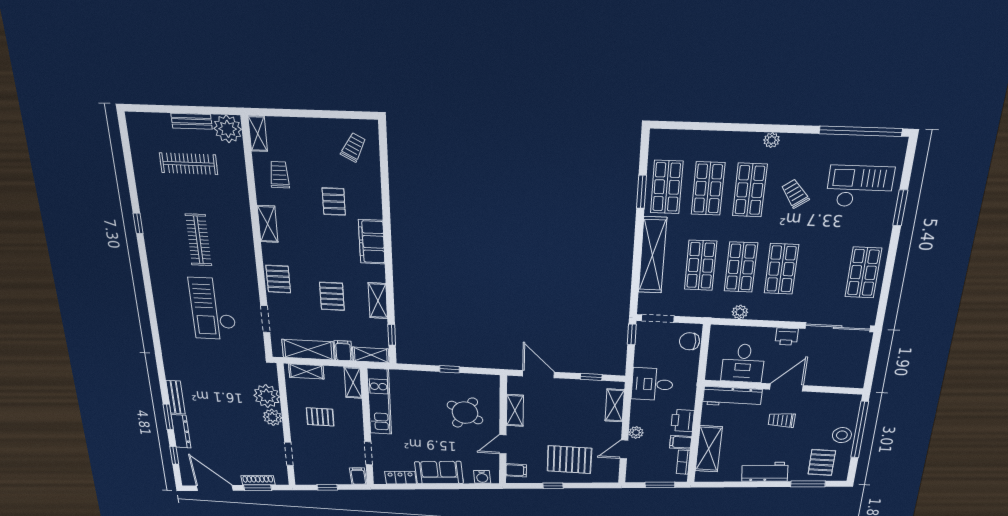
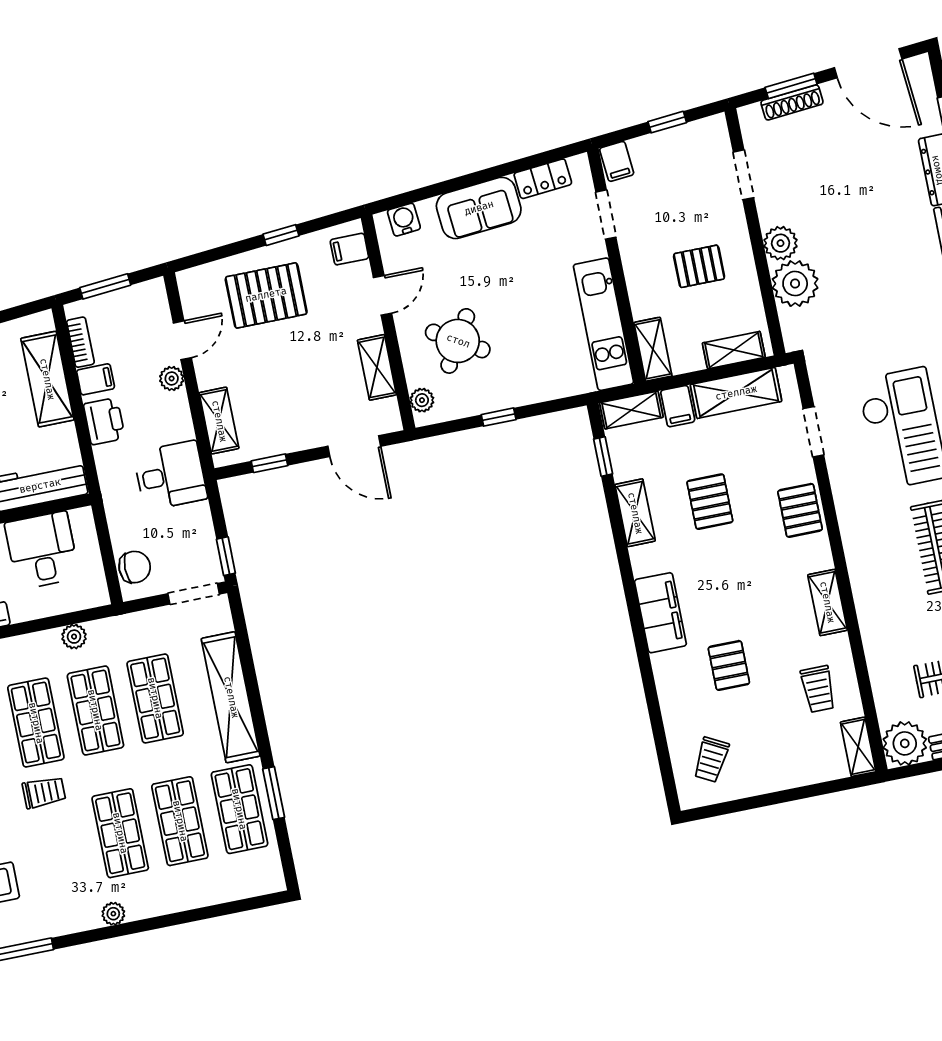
trolley: (795, 194) -> (44, 792), moved, turned -54
plant: (493, 388) -> (422, 400), added

